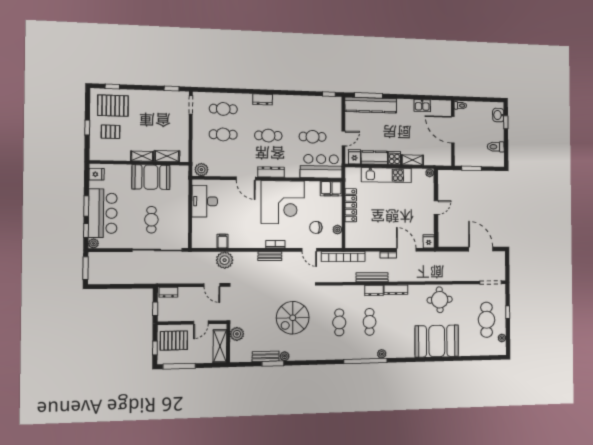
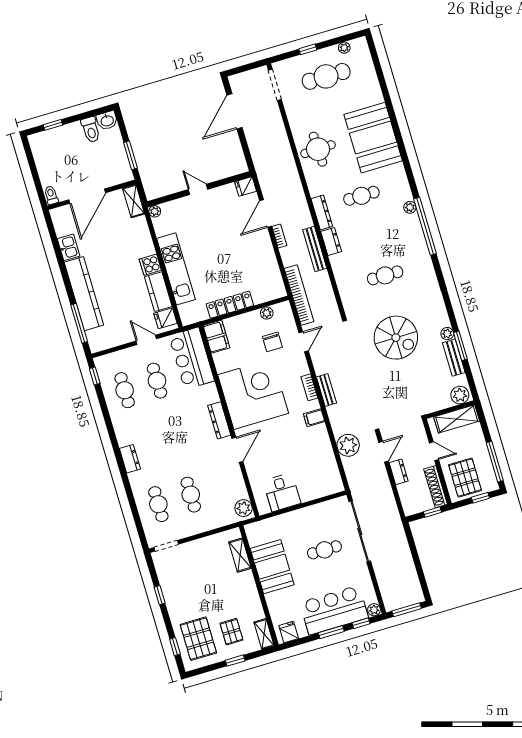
window: (172, 89) -> (160, 595), moved
kitchen counter: (371, 105) -> (84, 294), moved
washbasin: (498, 115) -> (107, 120), moved
cafe table: (268, 136) -> (125, 390), moved
shelving: (142, 156) -> (264, 634), moved
shelving: (412, 160) -> (134, 201), moved
desk: (205, 201) -> (282, 492), width x0.73
filing cabinet: (223, 241) -> (314, 418), moved
dresser: (168, 292) -> (399, 472), moved
shoe rack: (174, 316) -> (436, 487), added
cafe table: (370, 322) -> (361, 196), moved
plant: (237, 334) -> (460, 395), moved

